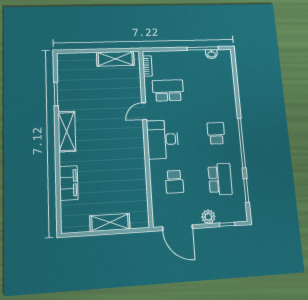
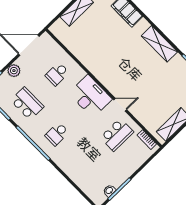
door: (144, 111) -> (120, 105), hinge flipped
school desk: (216, 133) -> (57, 134), turned 90
school desk: (220, 179) -> (27, 104), turned 180
school desk: (174, 182) -> (57, 74), turned -90

